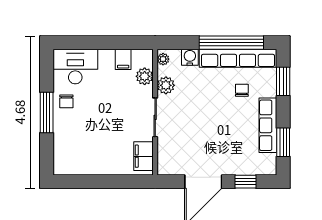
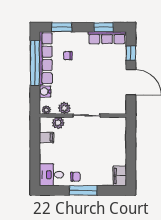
desk: (75, 67) -> (51, 175), width x0.73
row of seats: (268, 125) -> (107, 38), moved
filing cabinet: (143, 156) -> (120, 176), moved, turned 90

